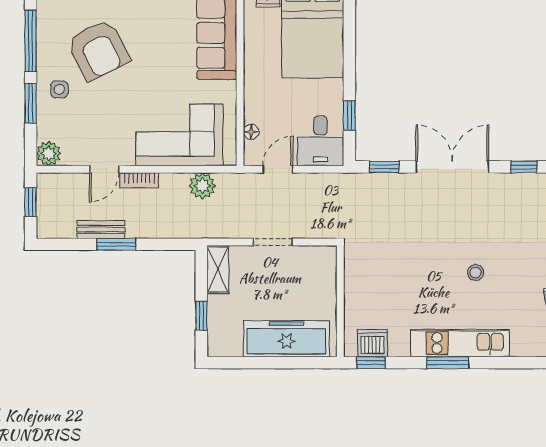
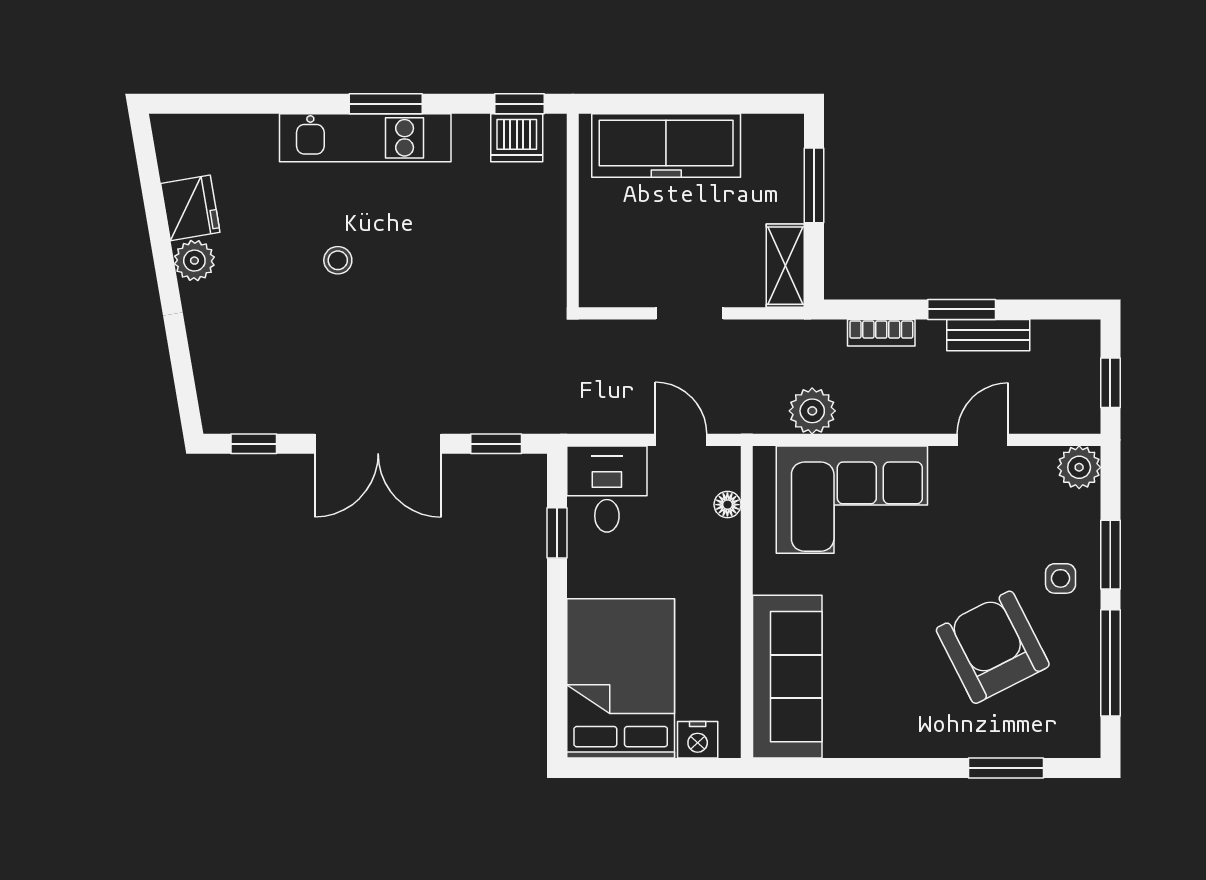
door: (278, 169) -> (681, 440), swing flipped
bookcase: (139, 180) -> (881, 333), moved, turned 180
window: (201, 316) -> (814, 185), width x1.50

